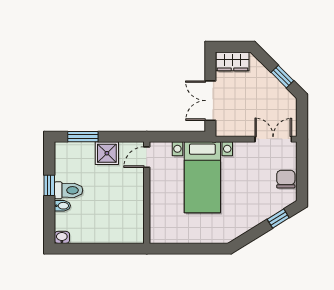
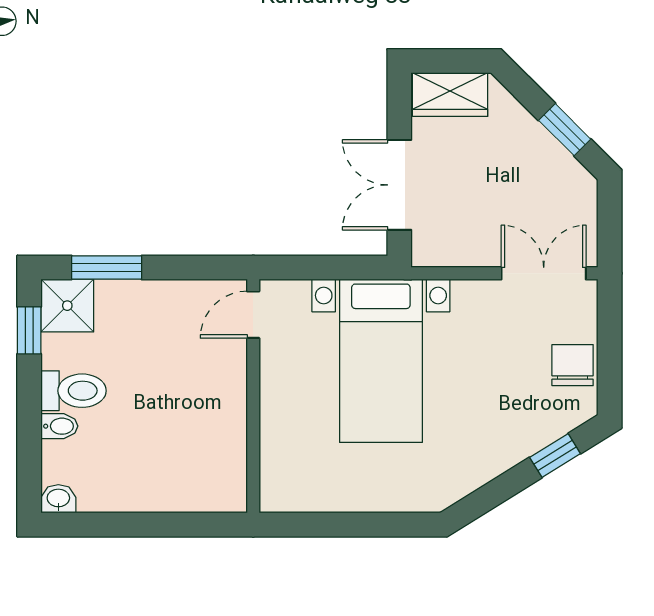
shower: (107, 153) -> (67, 306), moved
window: (49, 185) -> (29, 330), moved

